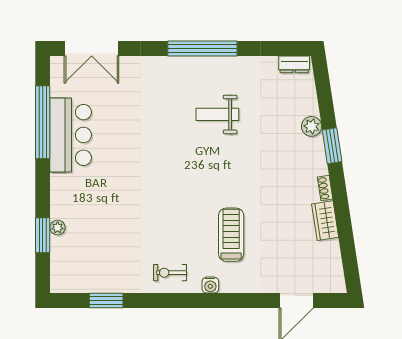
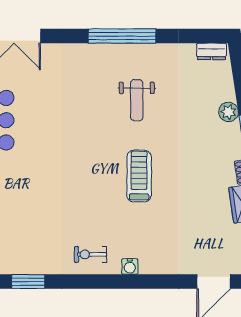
weight bench: (217, 114) -> (137, 100), turned -90
treadmill: (231, 235) -> (139, 176), moved

